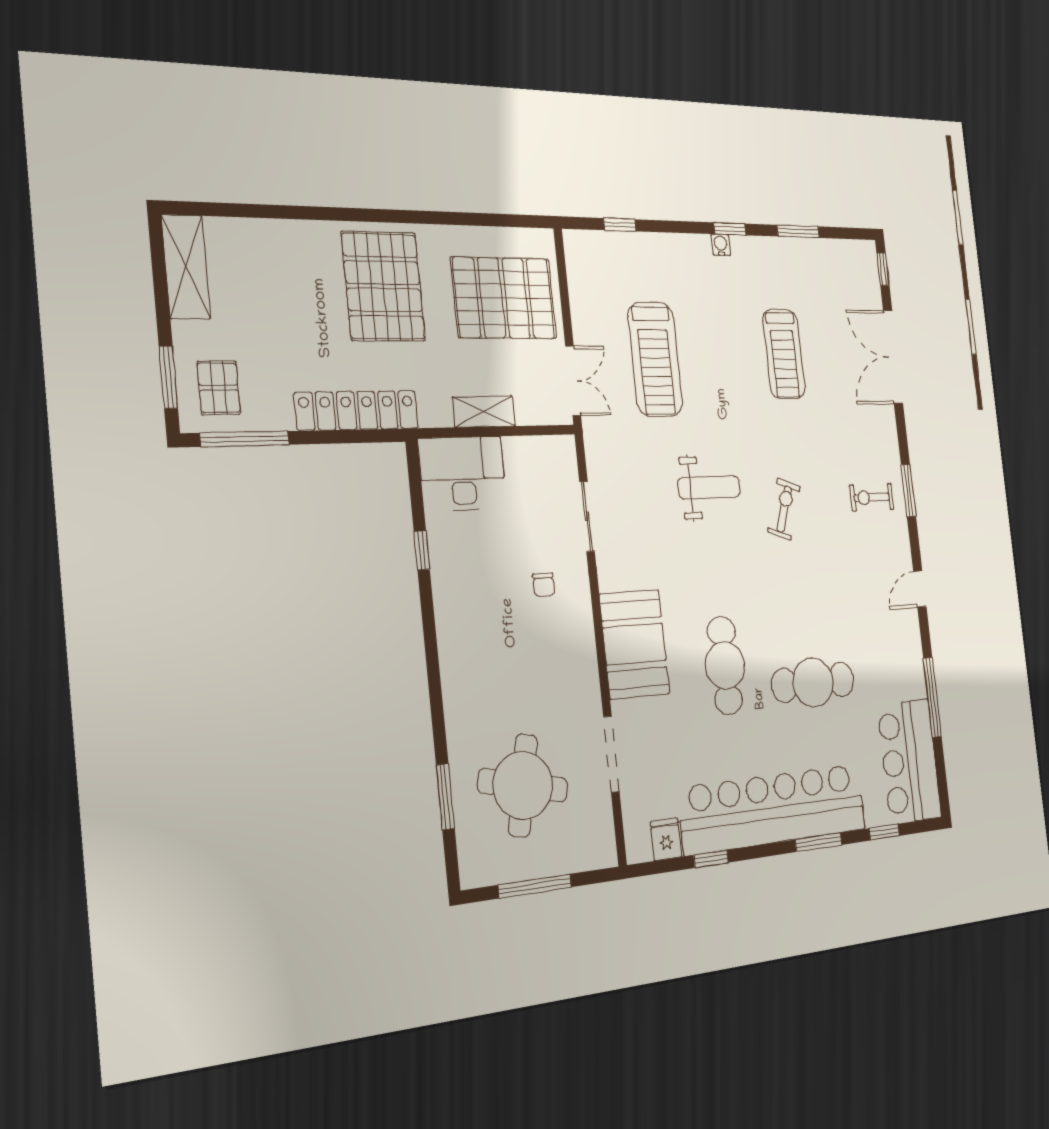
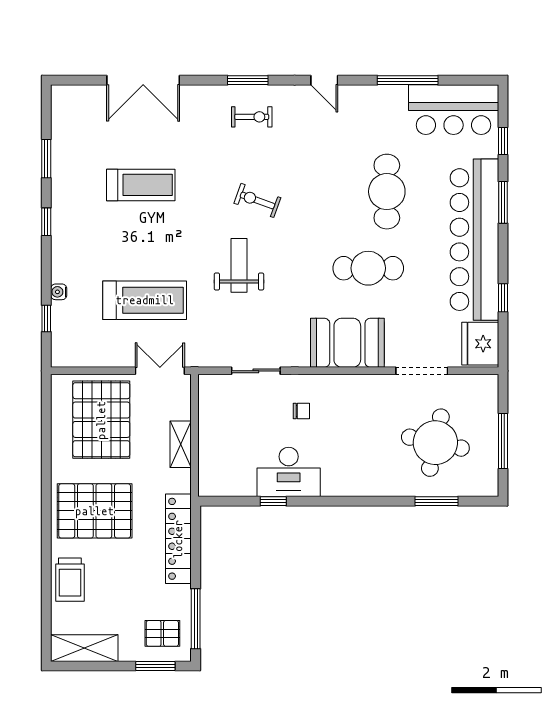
water cooler: (721, 245) -> (59, 292), moved
trolley: (285, 247) -> (70, 580), added
window: (883, 269) -> (74, 80), removed
desk: (463, 473) -> (289, 472), moved, turned -90
exercise bike: (872, 497) -> (252, 117), turned -90
fridge: (666, 839) -> (480, 344), width x1.88, depth x1.34

